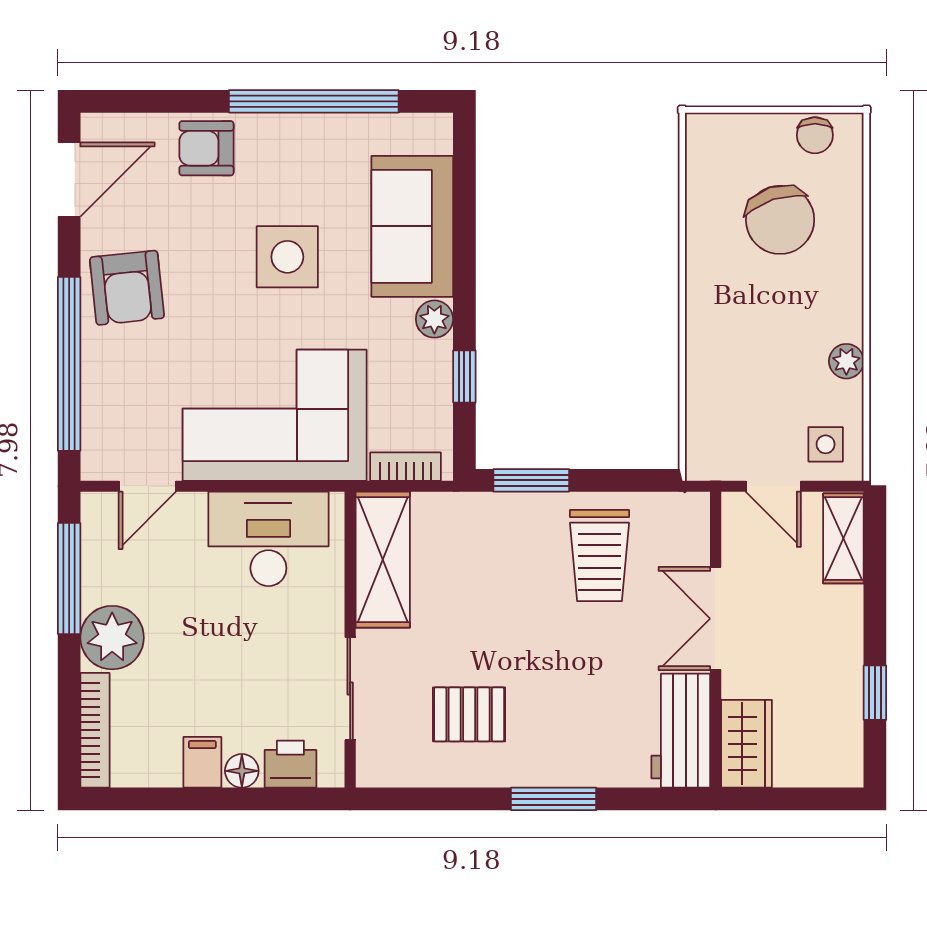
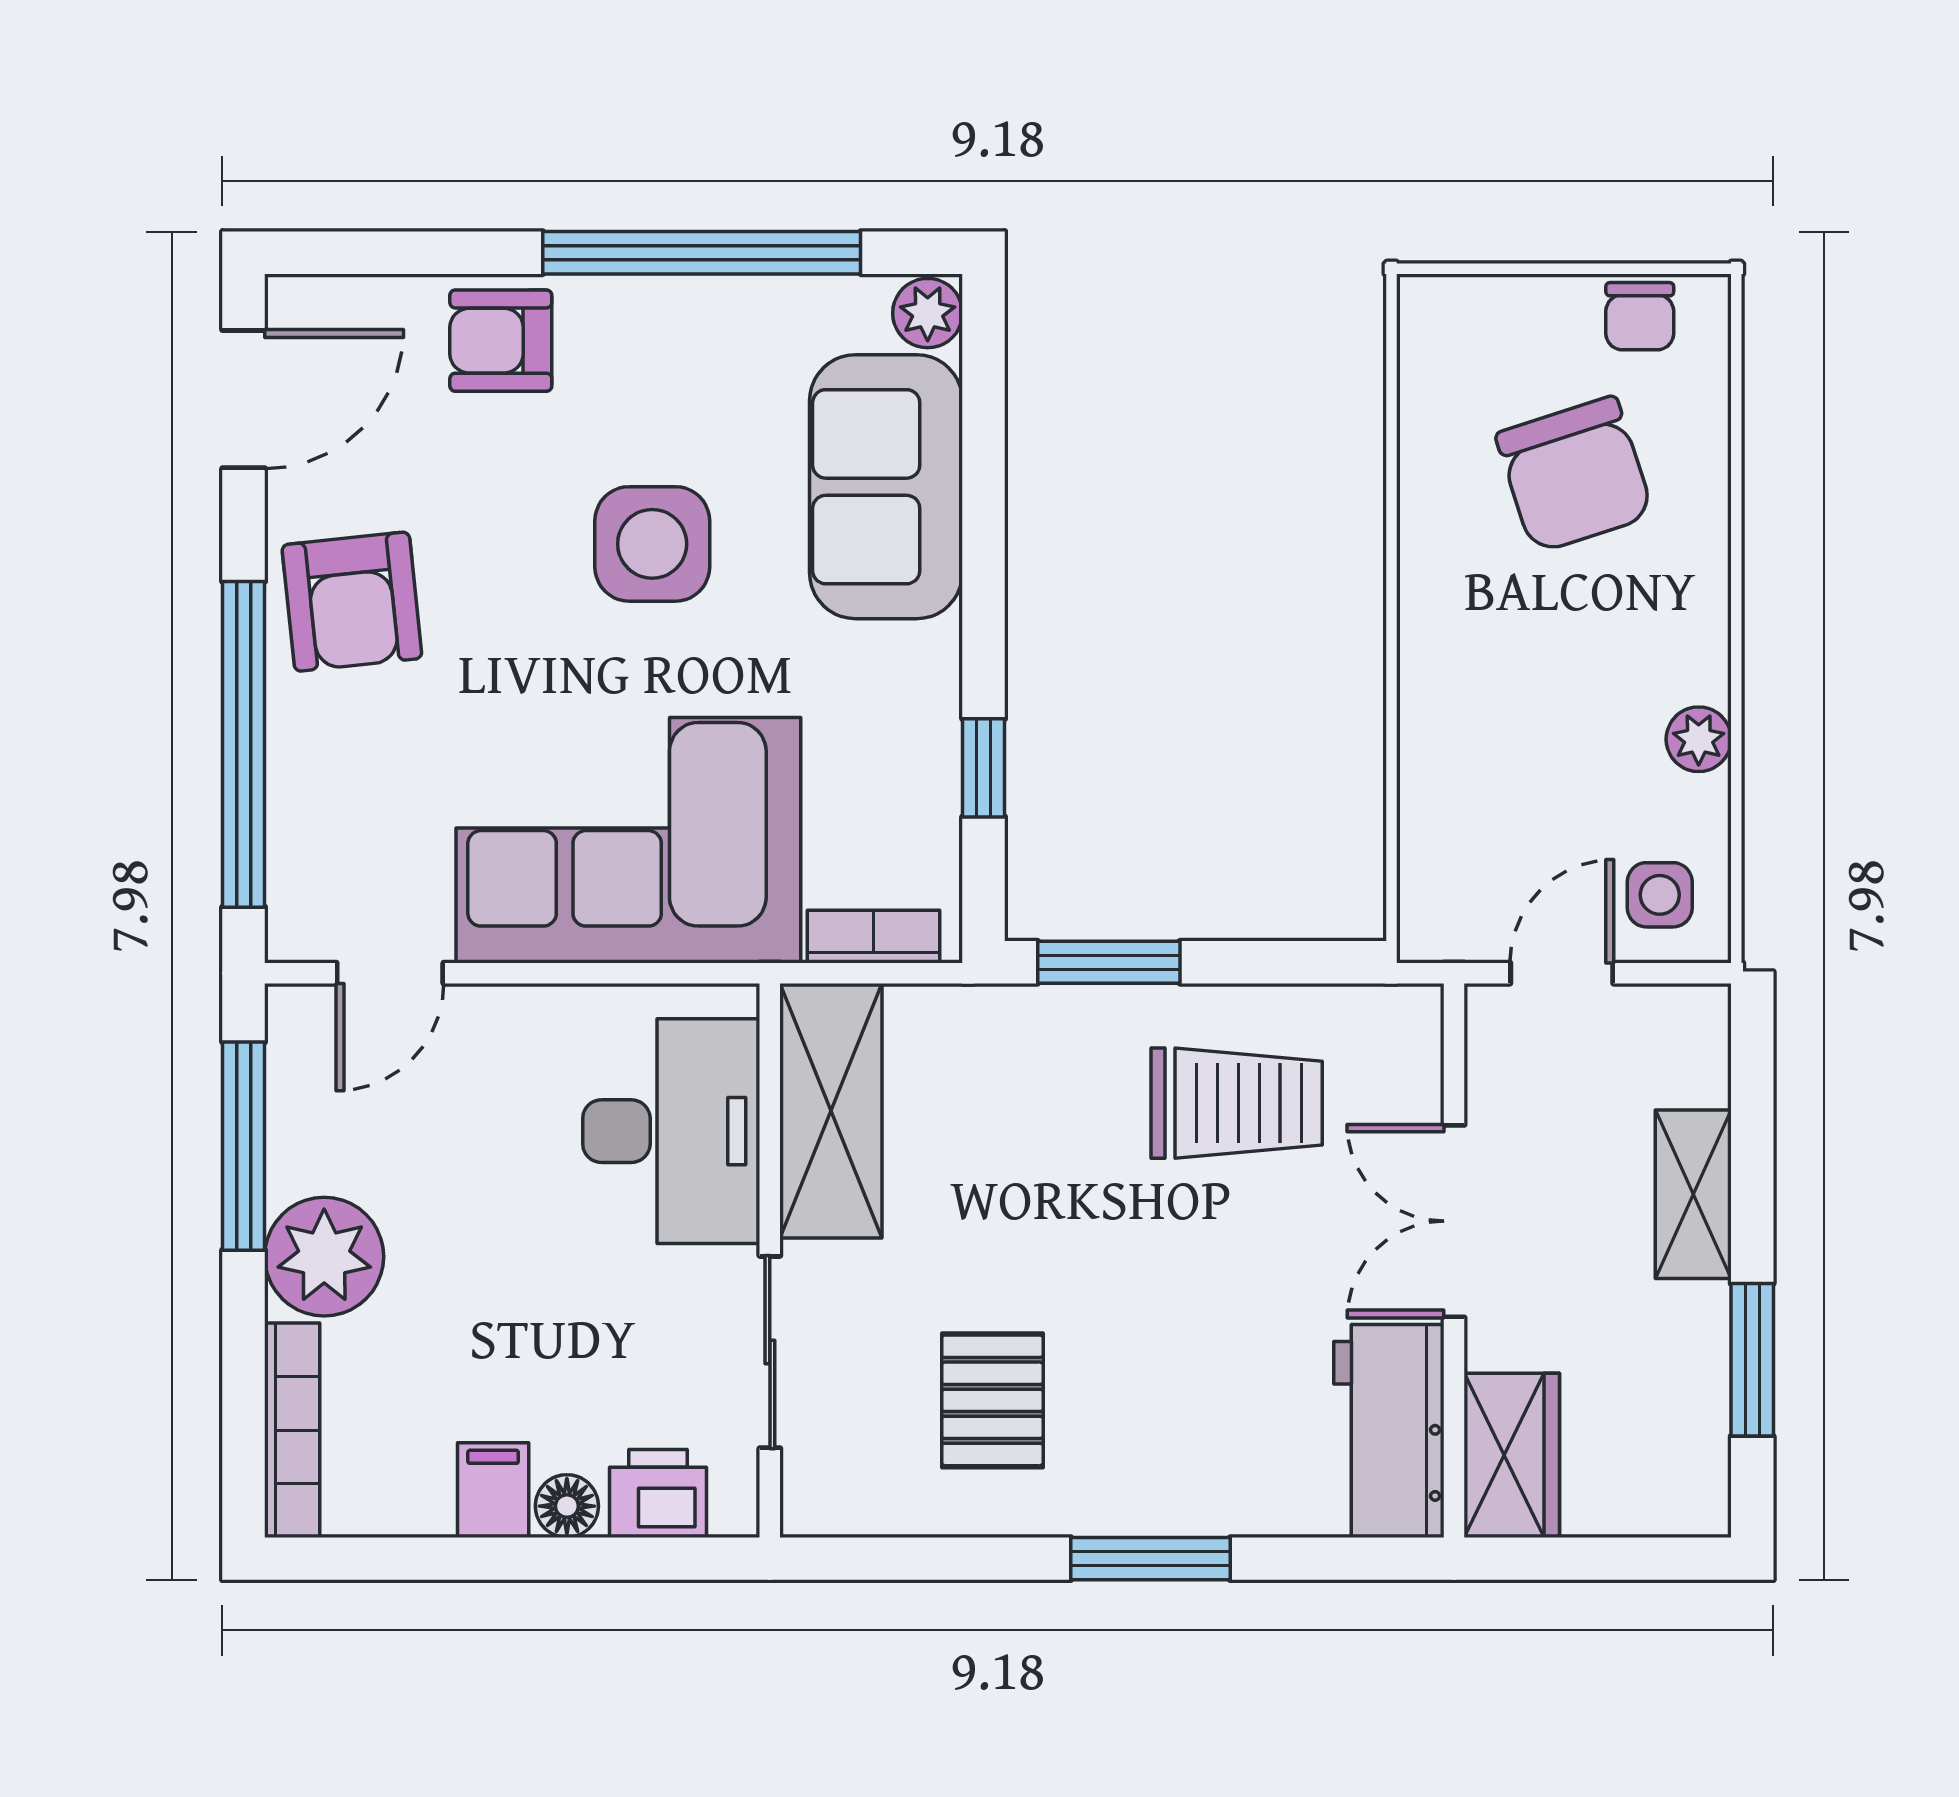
plant: (434, 319) -> (928, 313), moved
door: (773, 486) -> (1562, 973), swing flipped
shelving: (843, 538) -> (1693, 1194), moved
desk: (268, 539) -> (671, 1131), moved, turned 90
trolley: (600, 556) -> (1237, 1103), turned -90
window: (875, 693) -> (1752, 1360), width x1.50
pallet: (469, 714) -> (992, 1400), turned 90

